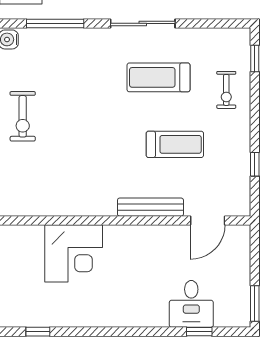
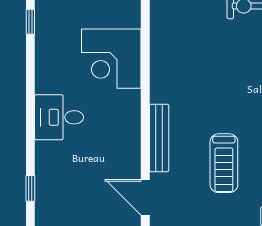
desk: (191, 304) -> (59, 117), moved

